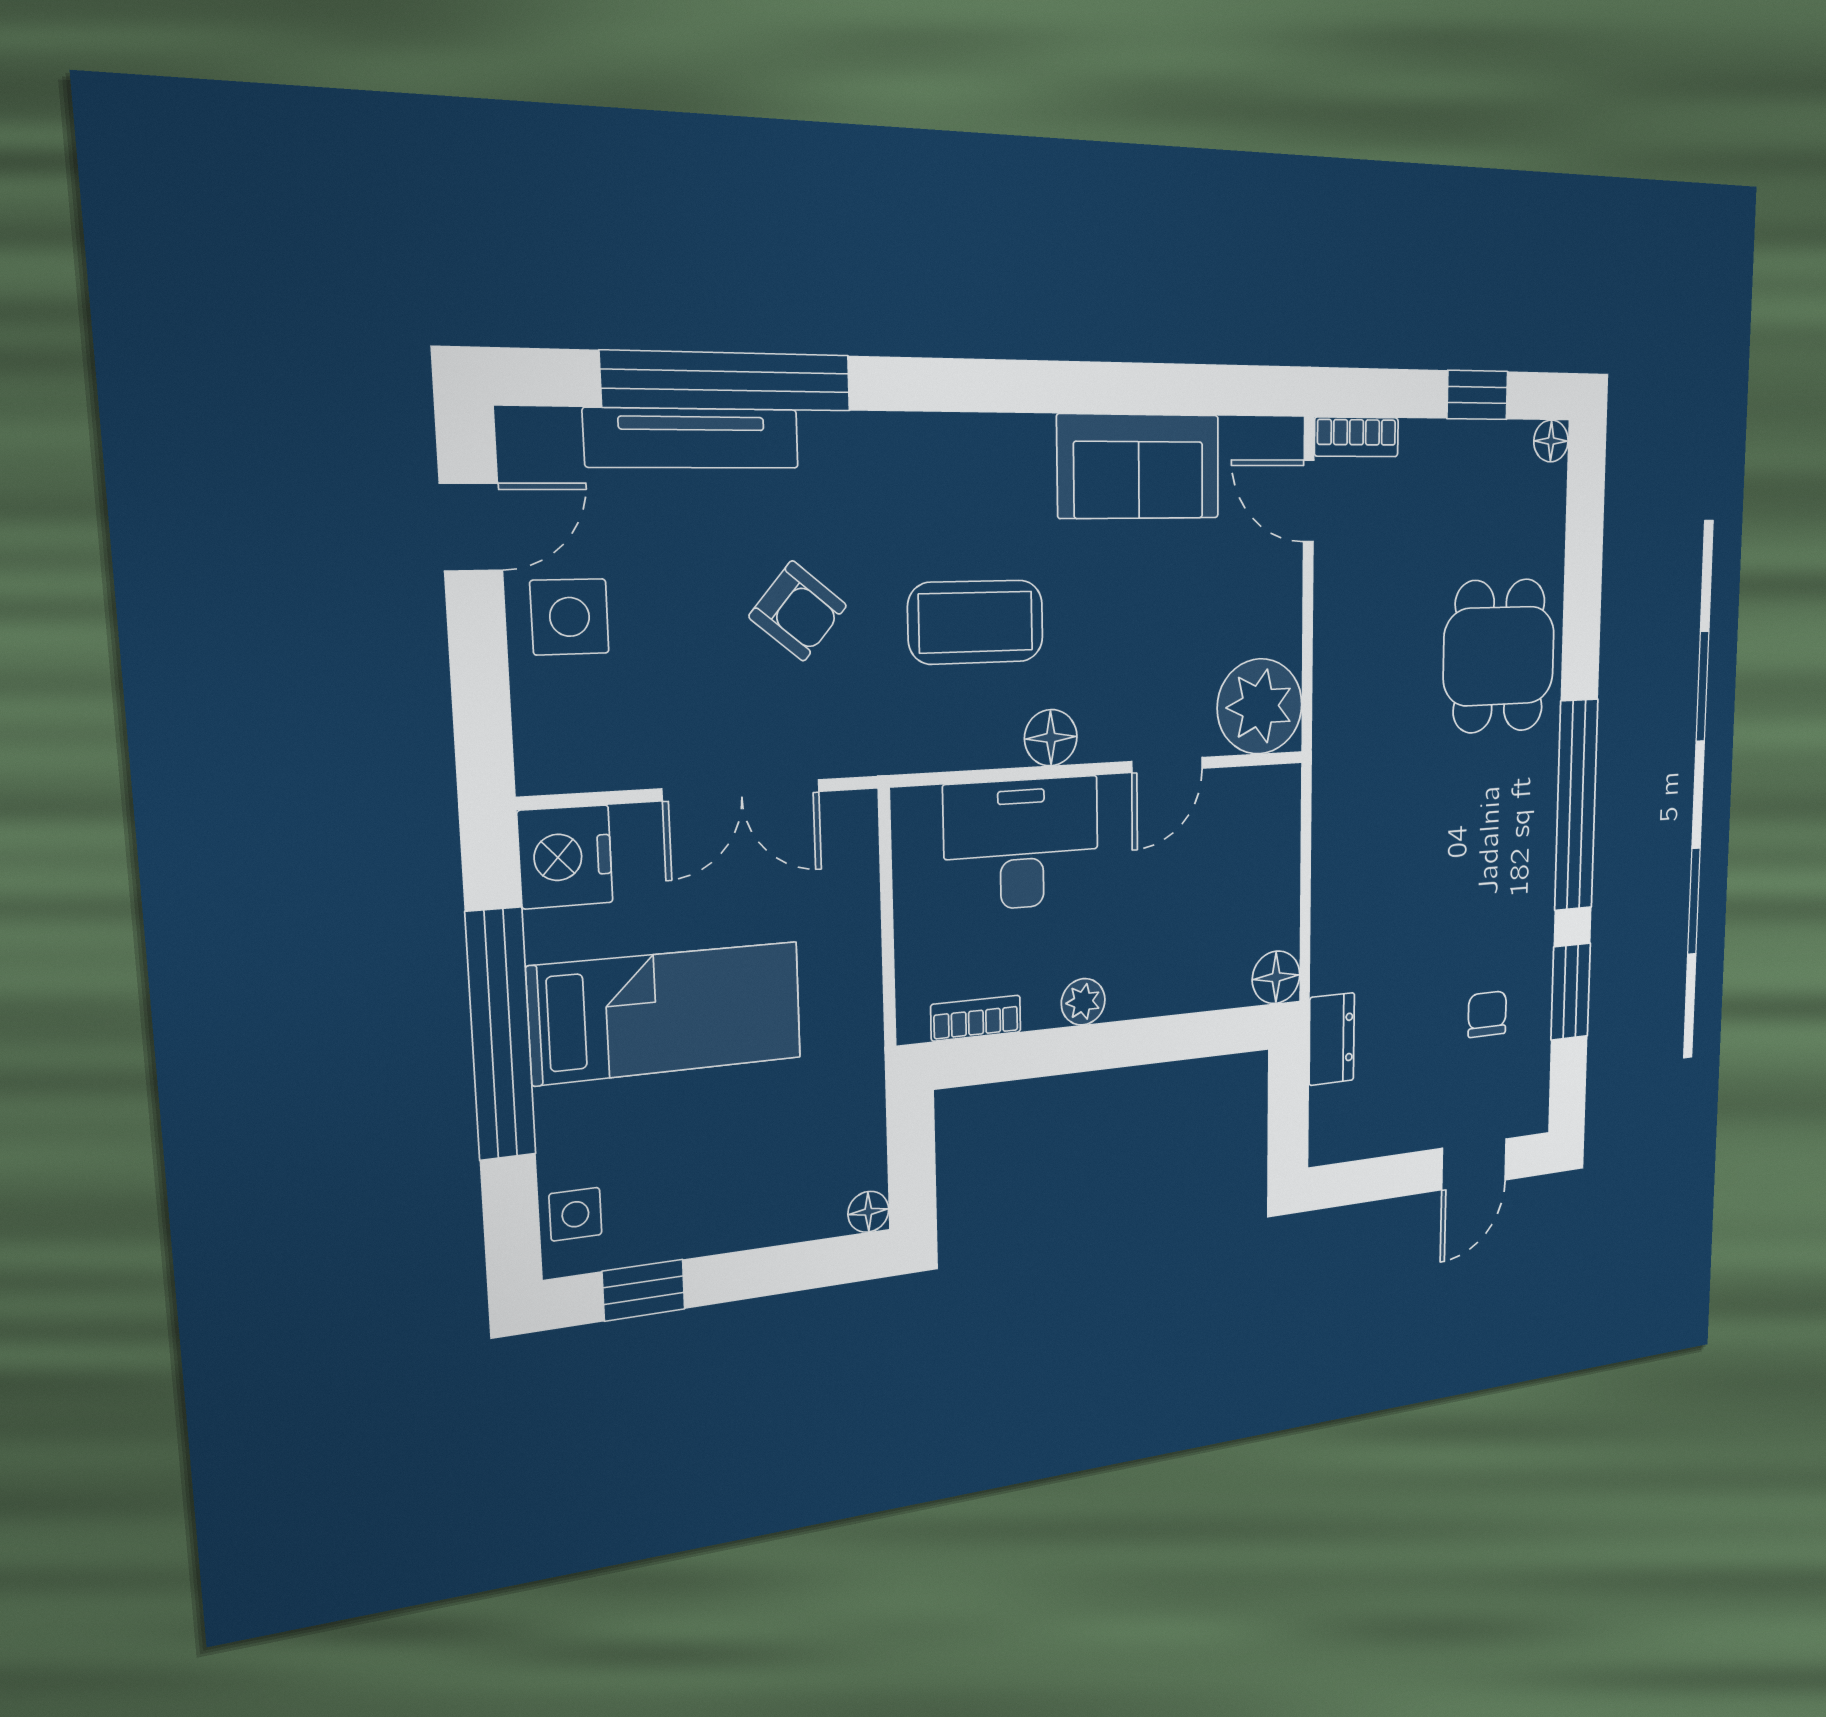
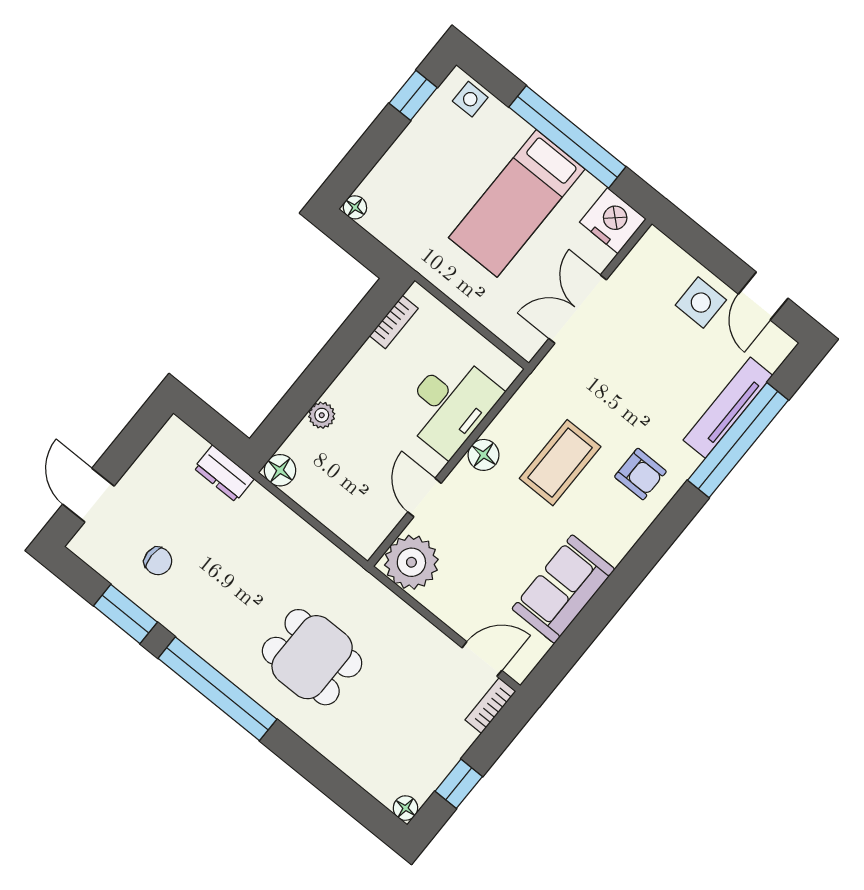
armchair: (798, 611) -> (640, 474), moved, turned -130
dining table: (1499, 656) -> (312, 657), moved
plant: (1083, 1002) -> (322, 415), moved

